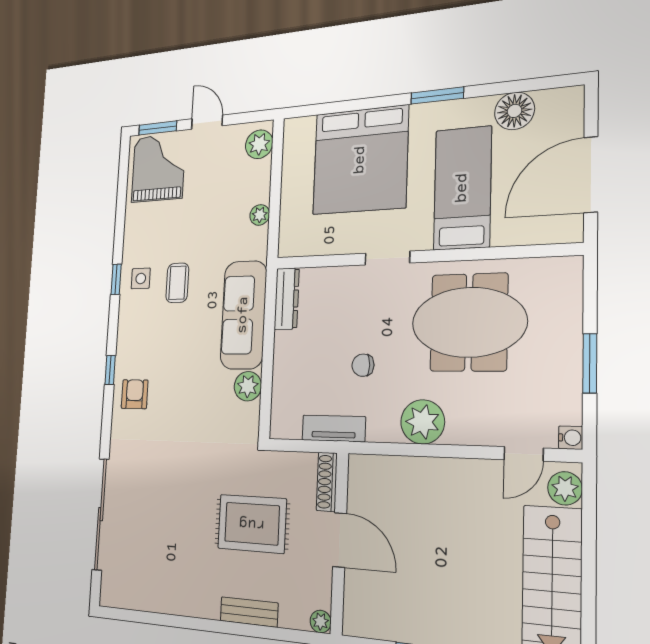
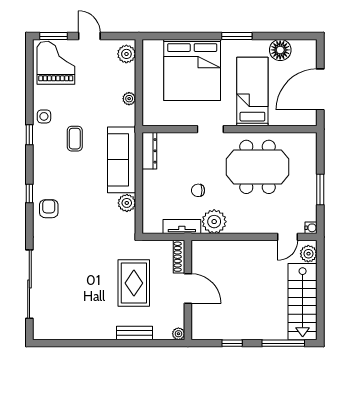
side table: (141, 278) -> (44, 116), moved
plant: (423, 422) -> (214, 222), moved
rug: (252, 524) -> (134, 283), turned 90

